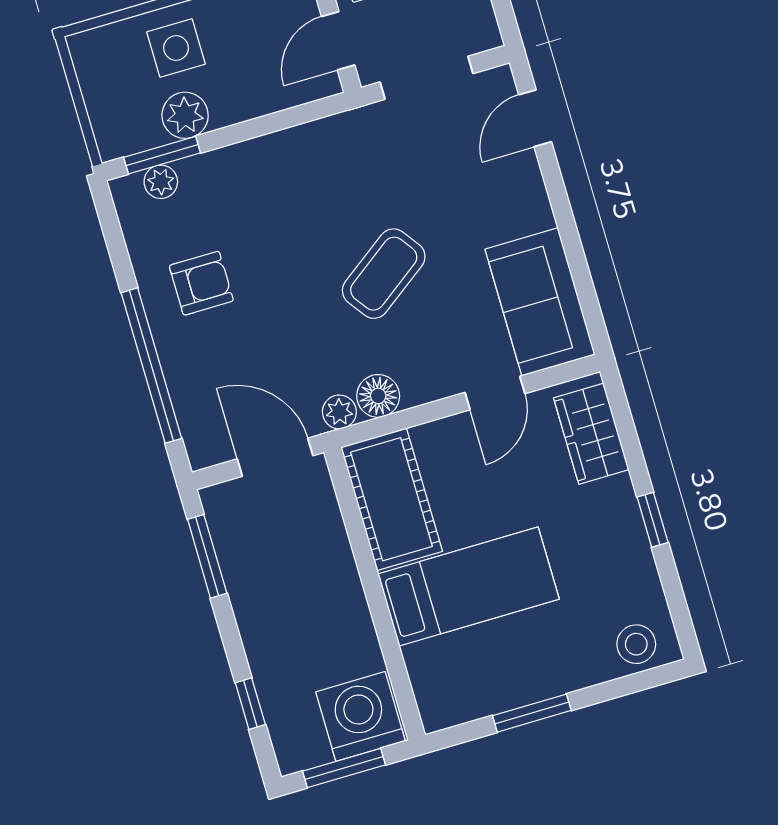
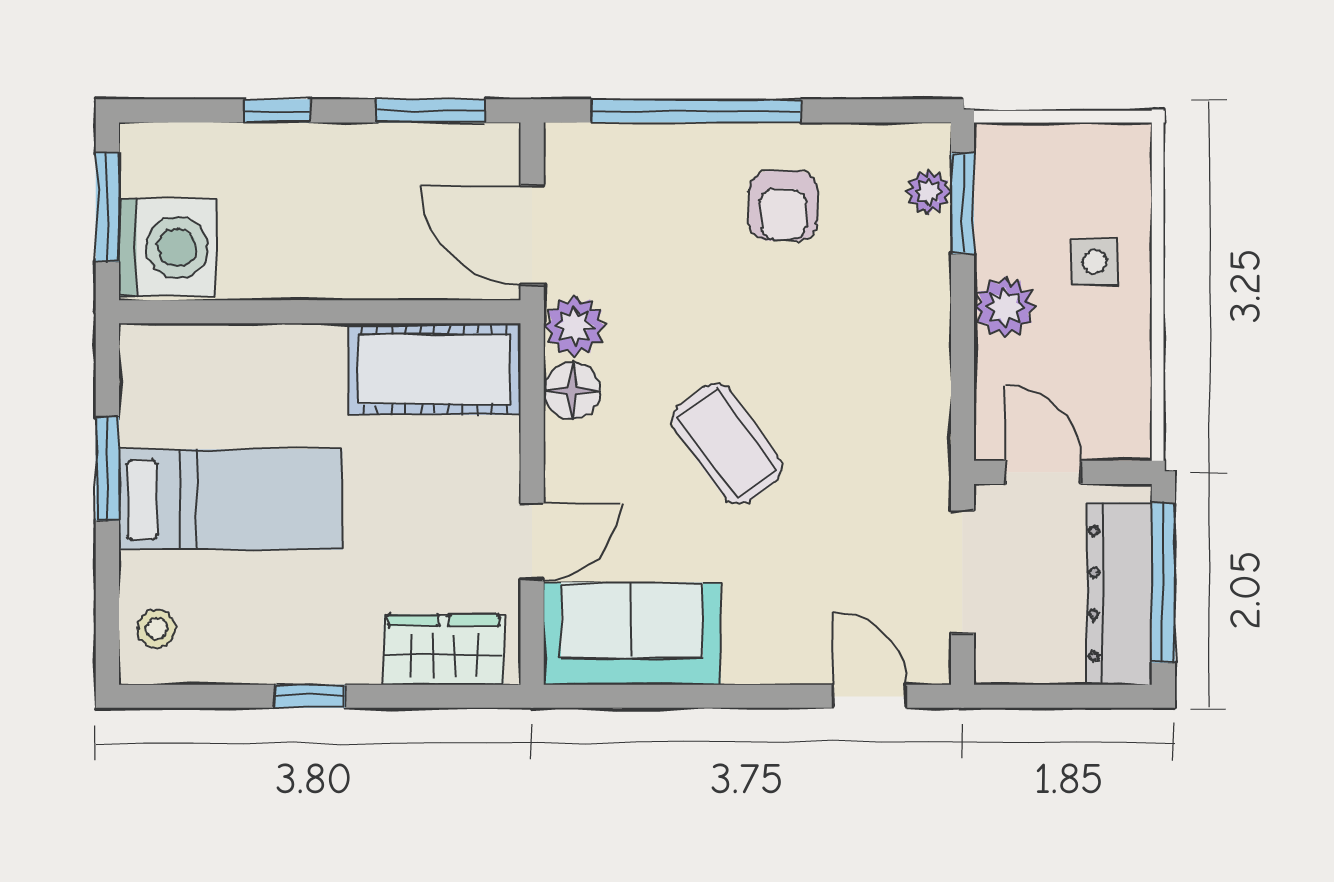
side table: (176, 48) -> (1095, 262), width x0.73, depth x0.73
plant: (185, 115) -> (1005, 307), moved
door: (495, 393) -> (532, 542), swing flipped
plant: (339, 412) -> (575, 326), width x1.38, depth x1.38
door: (275, 457) -> (532, 235), swing flipped
bed: (469, 587) -> (231, 500), moved, turned -90
stool: (636, 644) -> (157, 629), width x0.73, depth x0.73
window: (250, 704) -> (277, 111), moved

